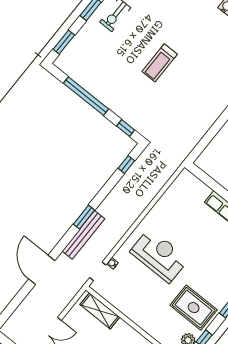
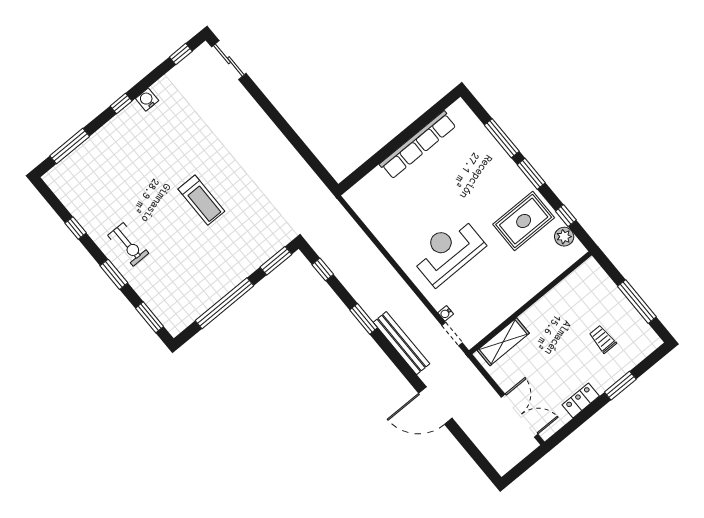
window: (126, 128) -> (276, 261), width x1.50
window: (84, 217) -> (364, 319), moved

